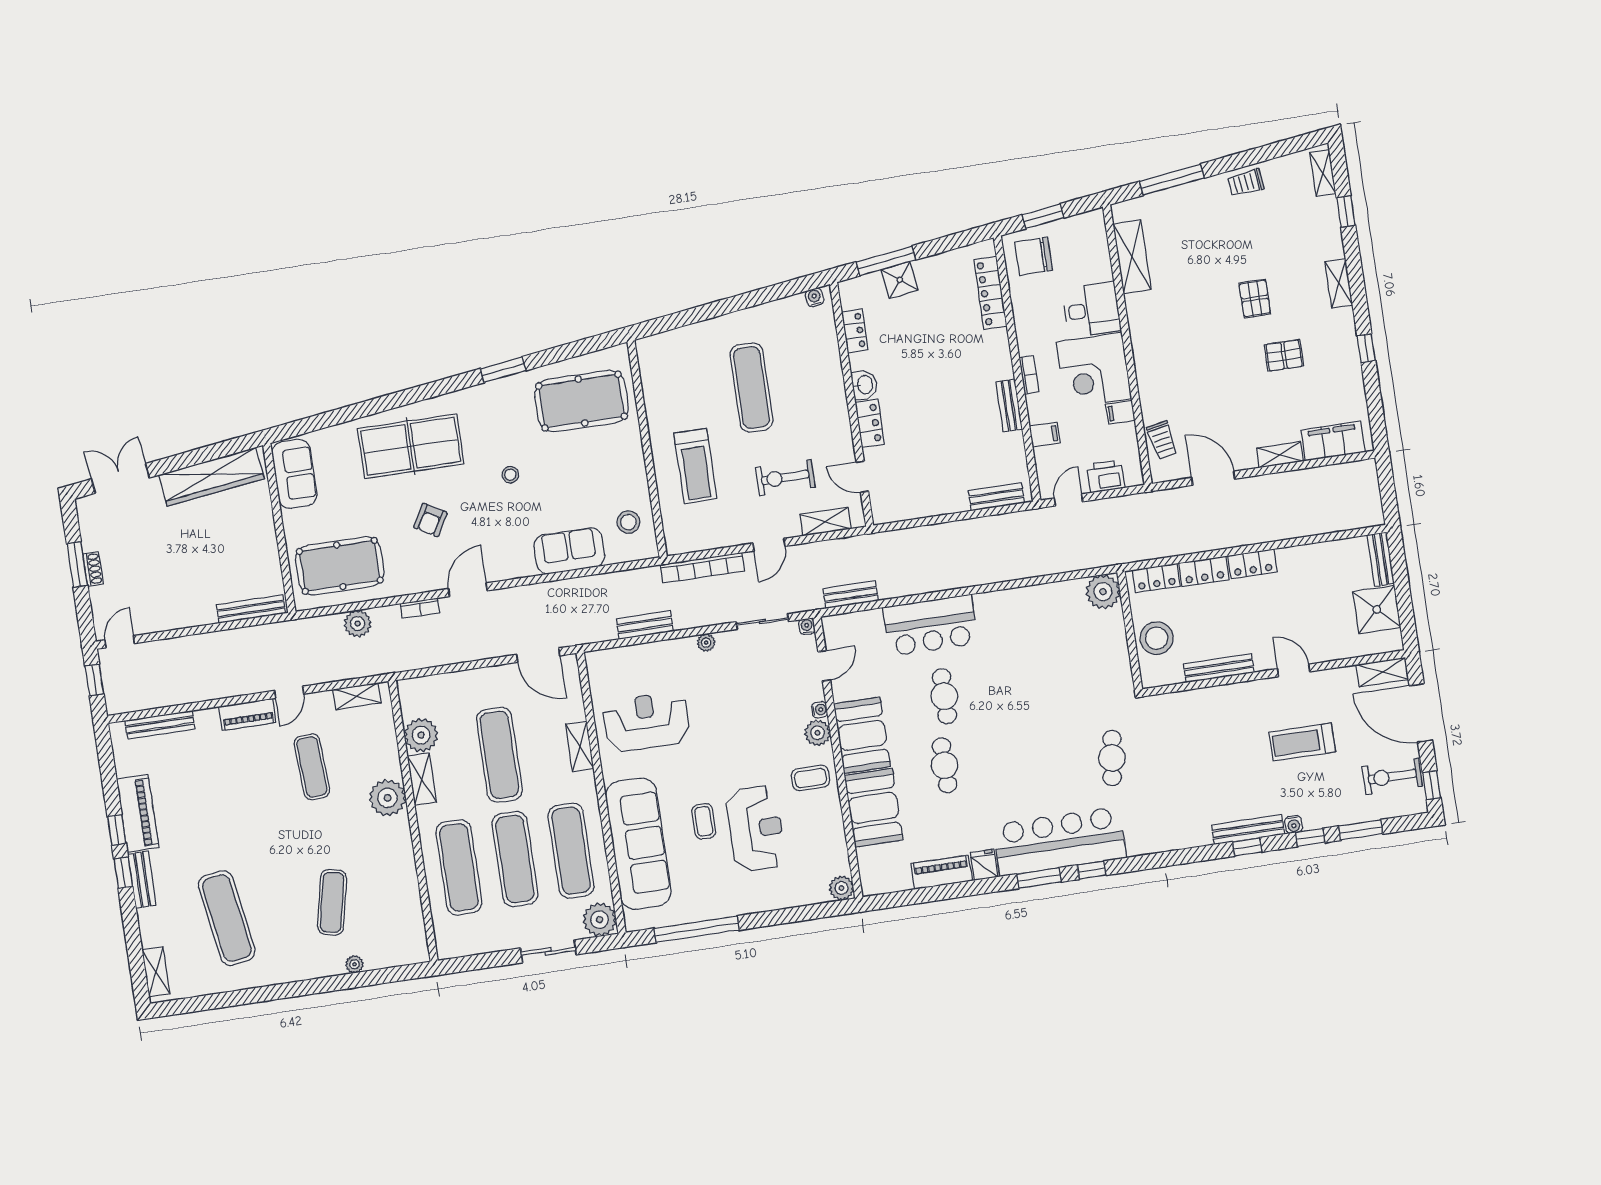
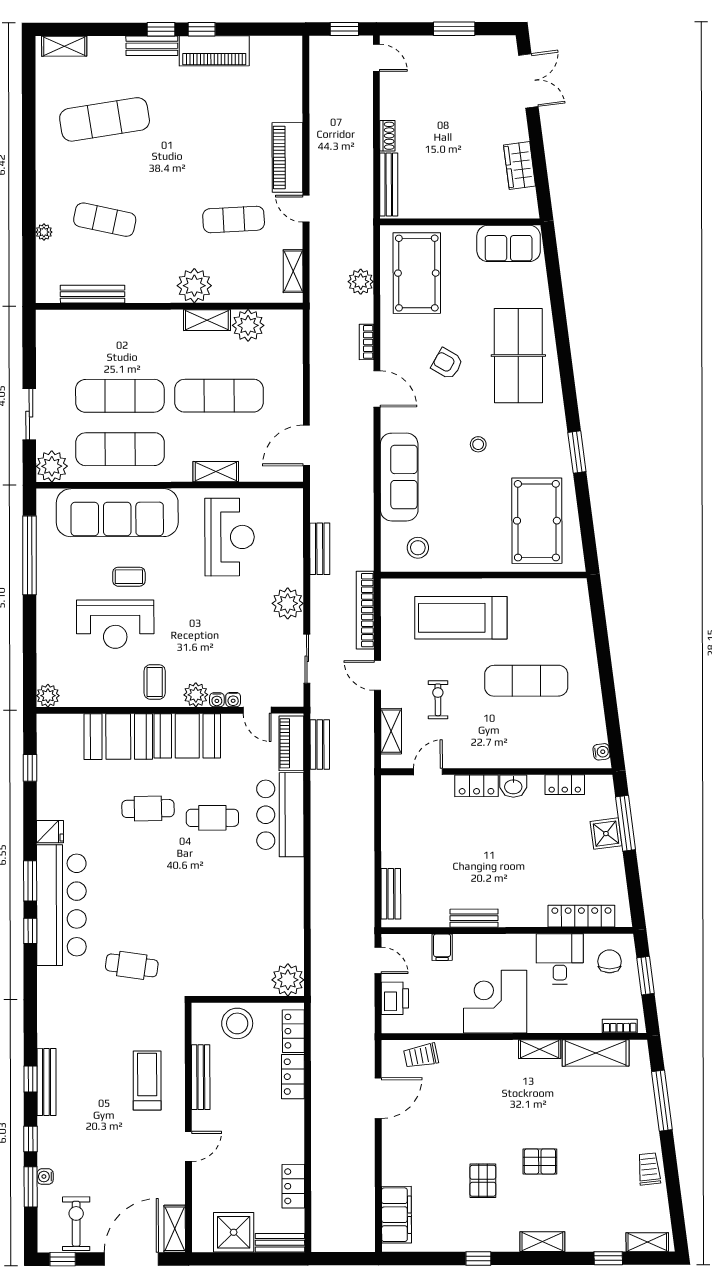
chair: (1034, 256) -> (610, 961), width x0.73, depth x0.73
desk: (1091, 310) -> (560, 959), moved, turned 180
bookcase: (1029, 375) -> (620, 1026), moved, turned 180
filing cabinet: (1120, 412) -> (453, 1021), removed
shelving: (1280, 455) -> (540, 1049), moved, turned 90
treadmill: (695, 466) -> (461, 618), width x1.37, depth x1.38
wardrobe: (211, 477) -> (520, 166), width x0.48, depth x0.85
exercise bike: (785, 477) -> (438, 700), width x0.73, depth x0.72
sofa: (569, 551) -> (399, 477), width x1.36
locker: (1252, 564) -> (293, 1186), moved
shoe rack: (93, 569) -> (387, 136), moved, turned -90
water cooler: (807, 626) -> (233, 700), moved, turned 90
plant: (706, 643) -> (288, 603), width x1.88, depth x1.88
piano: (248, 714) -> (287, 157), width x1.37, depth x1.33
bench: (160, 725) -> (93, 294), moved, turned 90
treadmill: (1302, 742) -> (147, 1080), moved
water cooler: (1294, 824) -> (45, 1177), moved
exercise mat: (459, 867) -> (120, 342), removed
piano: (942, 872) -> (291, 743), moved, turned 180
window: (920, 896) -> (30, 768), added

